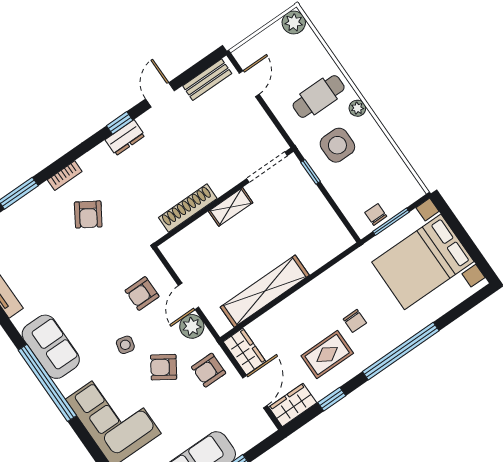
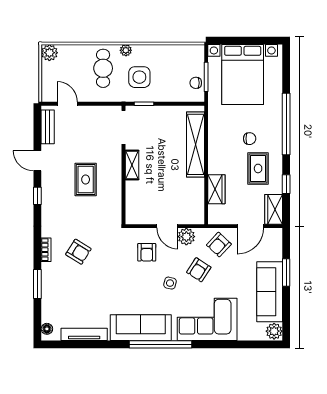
dresser: (125, 138) -> (48, 199), removed
rug: (177, 165) -> (86, 179), added
shoe rack: (188, 208) -> (115, 191), removed
shelving: (265, 291) -> (195, 144), moved
sofa: (51, 347) -> (141, 328), width x1.36
wardrobe: (245, 352) -> (216, 189), moved, turned 90
armchair: (209, 370) -> (219, 245), turned 43
door: (255, 392) -> (250, 226), swing flipped

